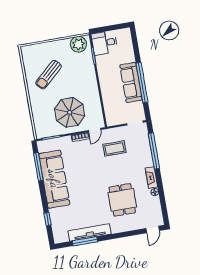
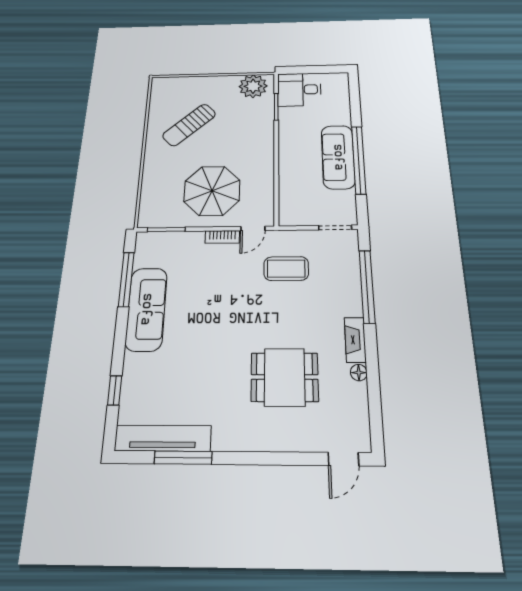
sofa: (54, 179) -> (146, 309), width x0.74, depth x0.79
dining table: (122, 200) -> (285, 377), turned 90
tv unit: (90, 232) -> (163, 438), moved

